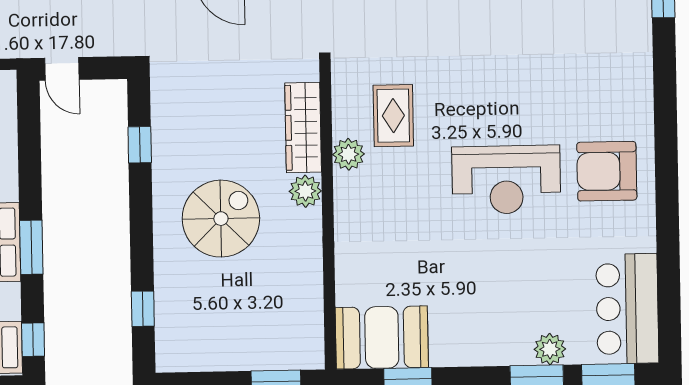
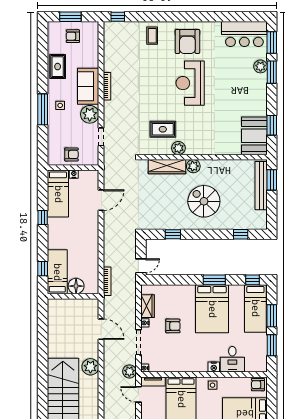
coffee table: (619, 86) -> (152, 36), added
reception desk: (506, 180) -> (190, 83), turned 180
bench: (262, 356) -> (261, 186), added

